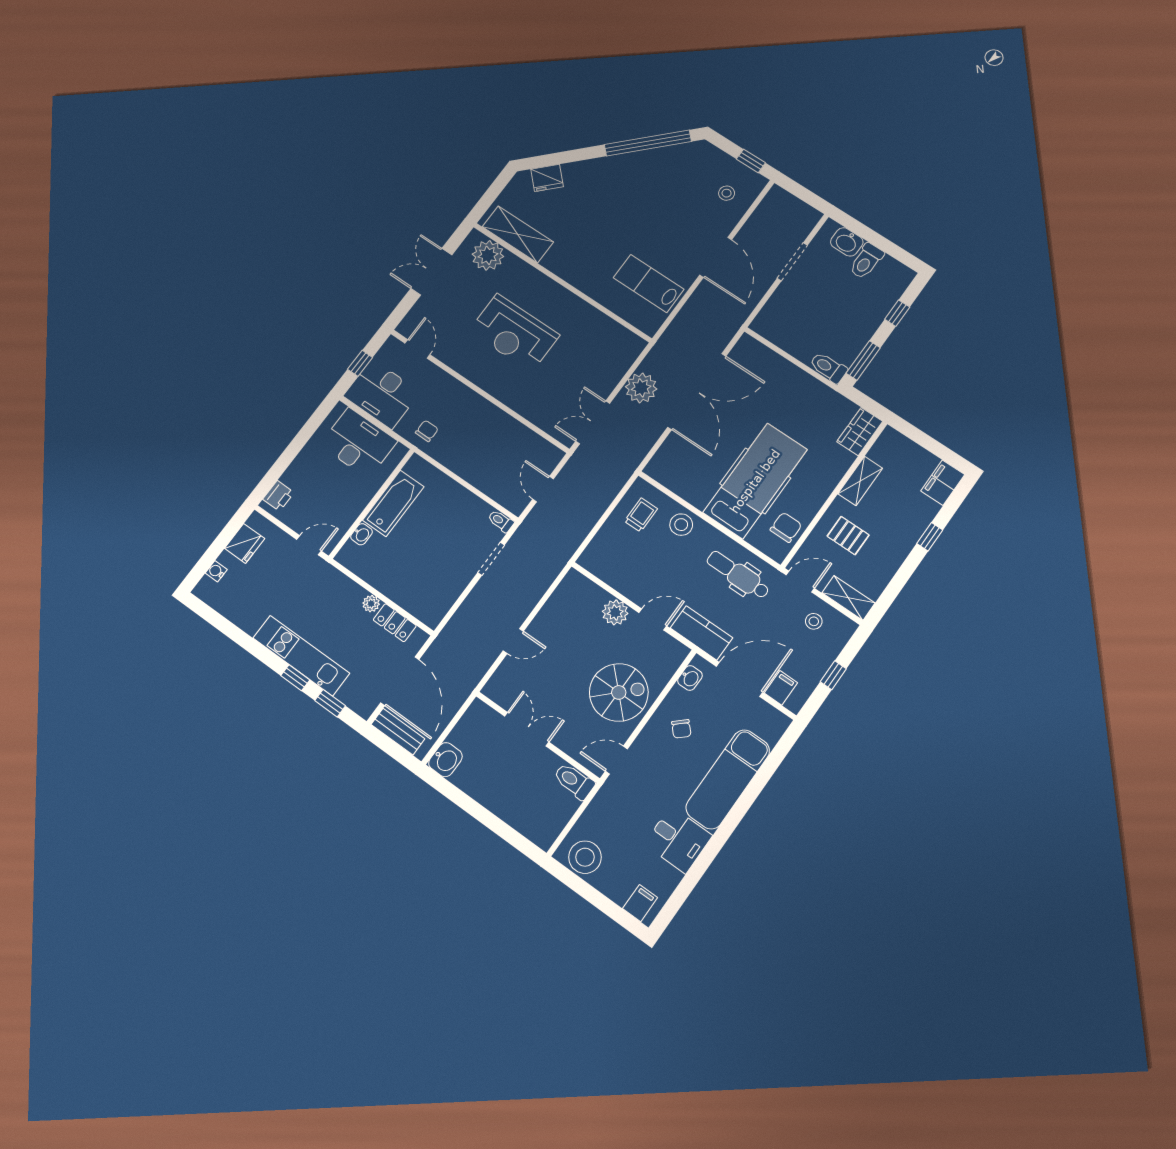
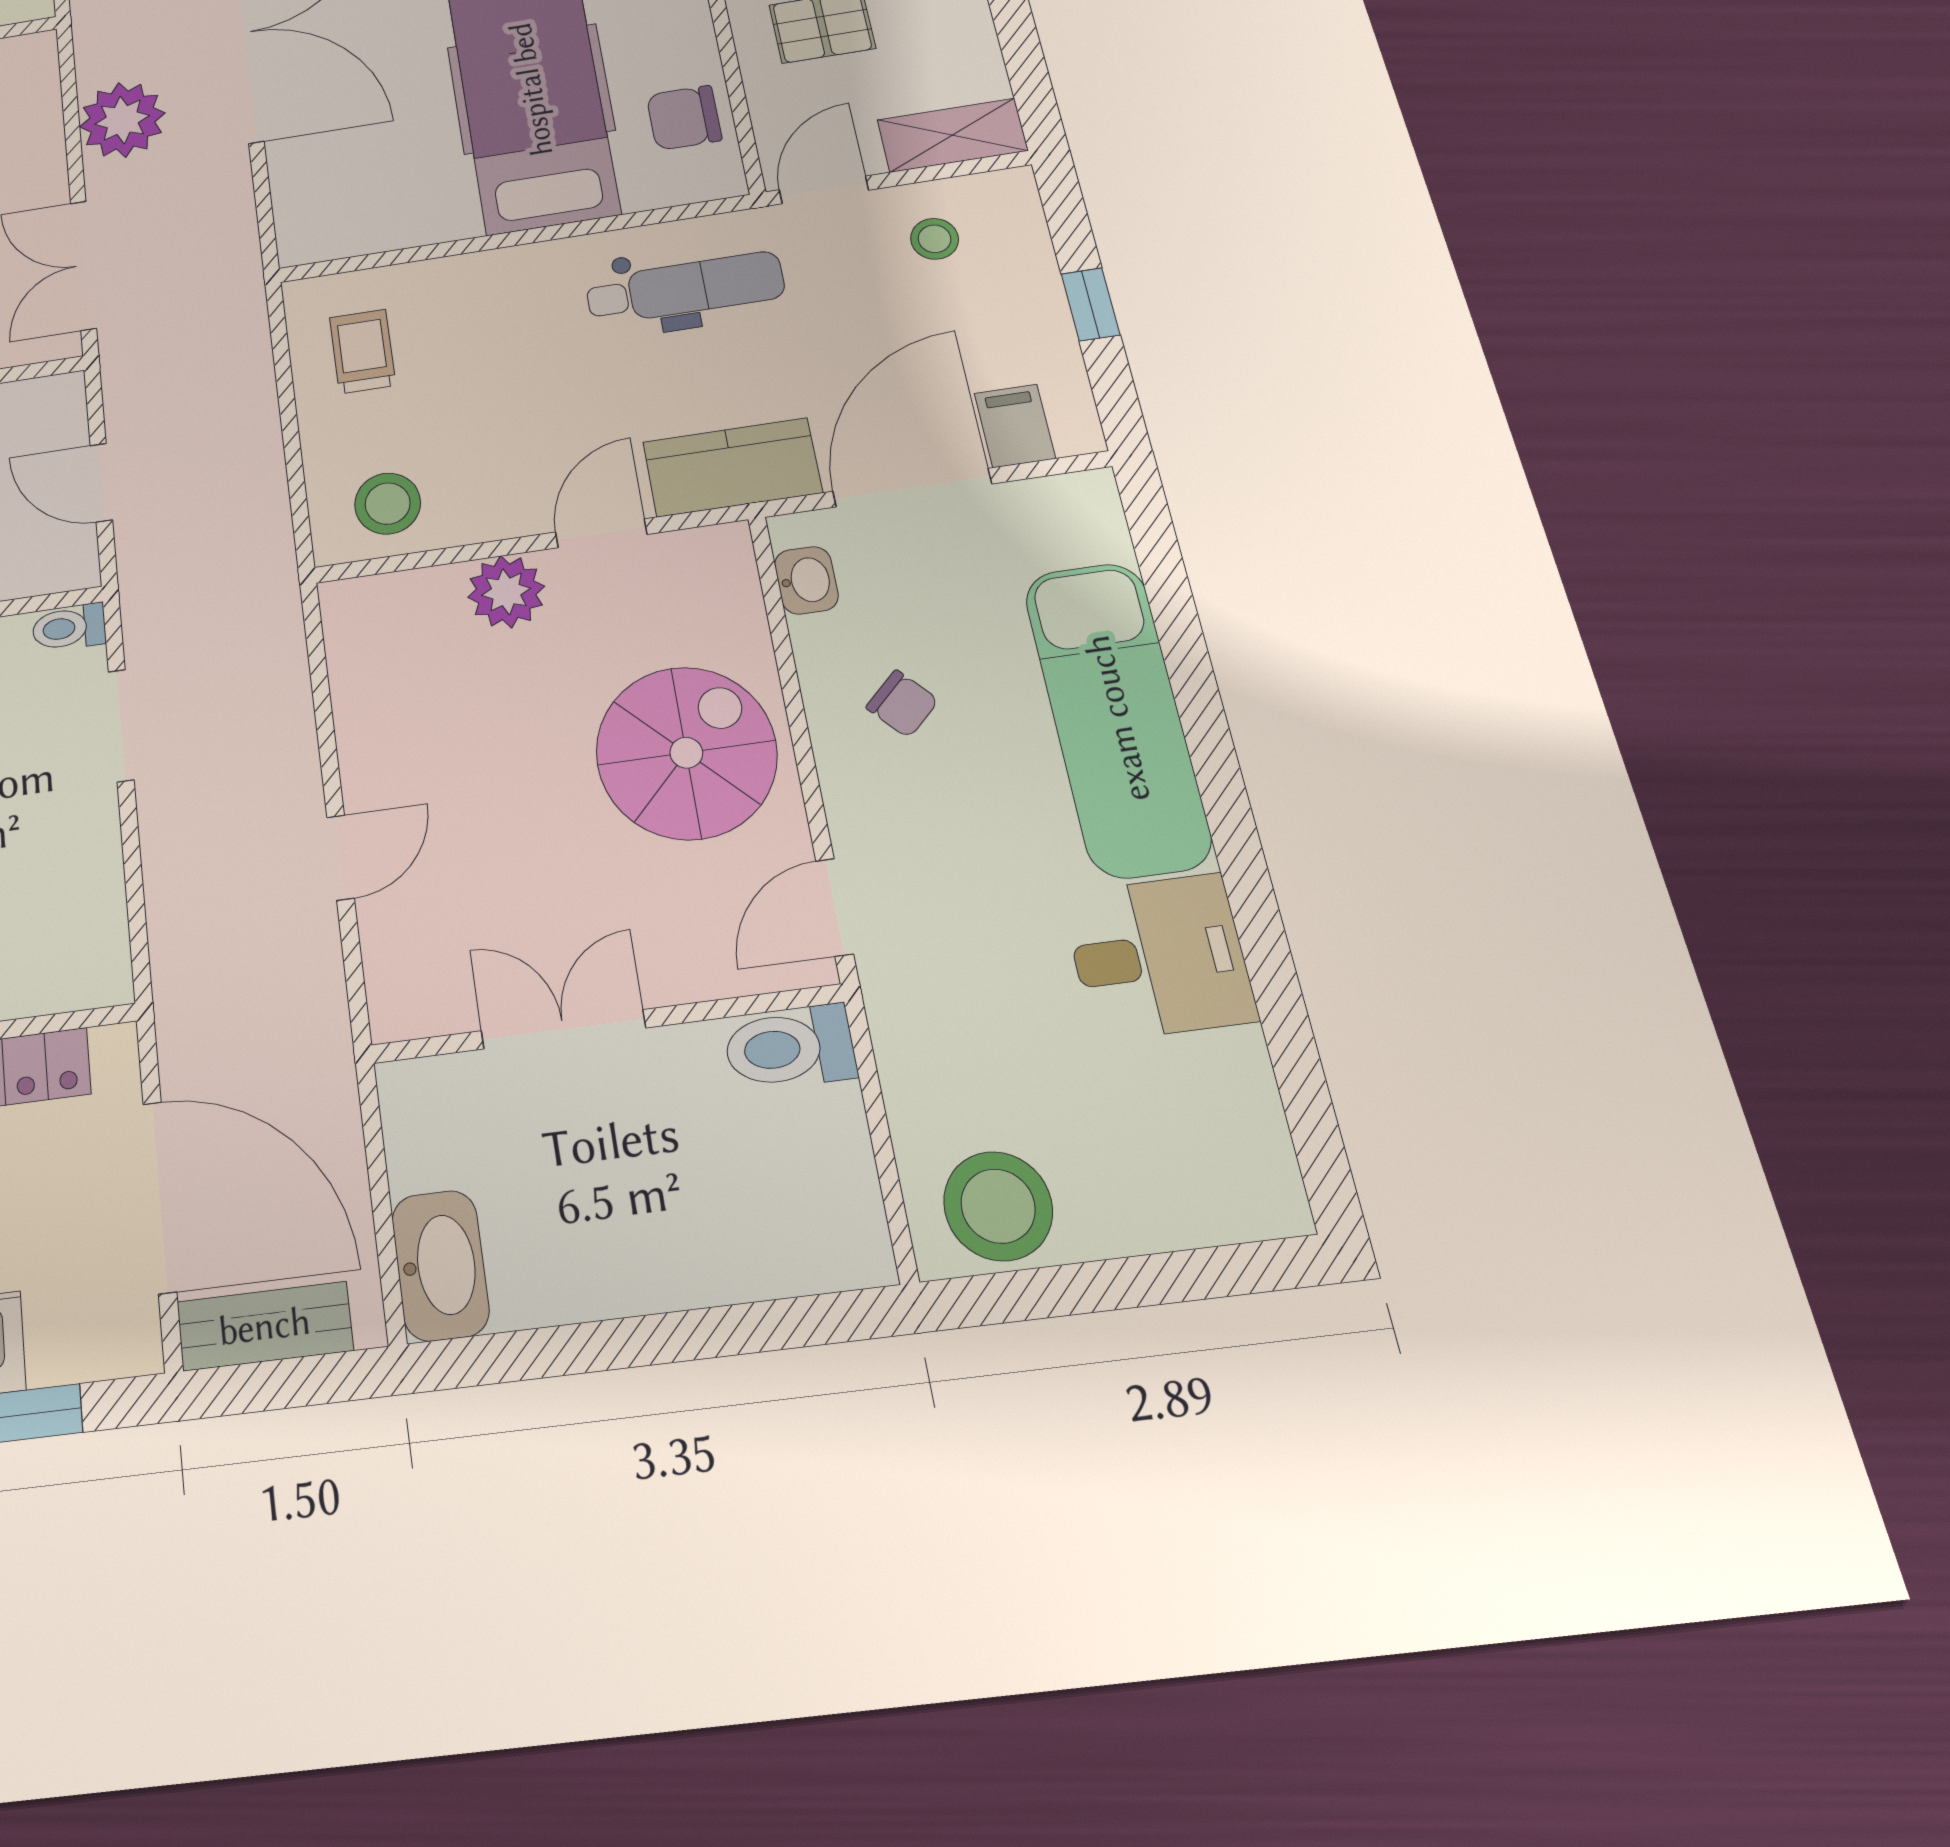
stool: (681, 525) -> (388, 504), moved
chair: (786, 527) -> (684, 118), turned -90
dental chair: (738, 575) -> (685, 288), turned 180
washbasin: (445, 760) -> (440, 1265), width x1.38
filing cabinet: (640, 903) -> (1236, 1193), removed

